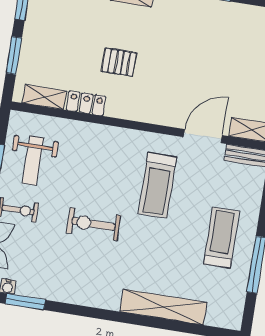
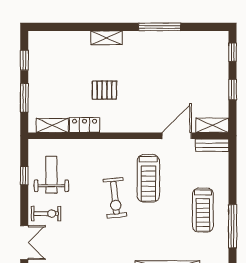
weight bench: (33, 161) -> (51, 175), turned 180
exercise bike: (93, 224) -> (115, 198), moved, turned -96
treadmill: (221, 238) -> (203, 210), turned 180

